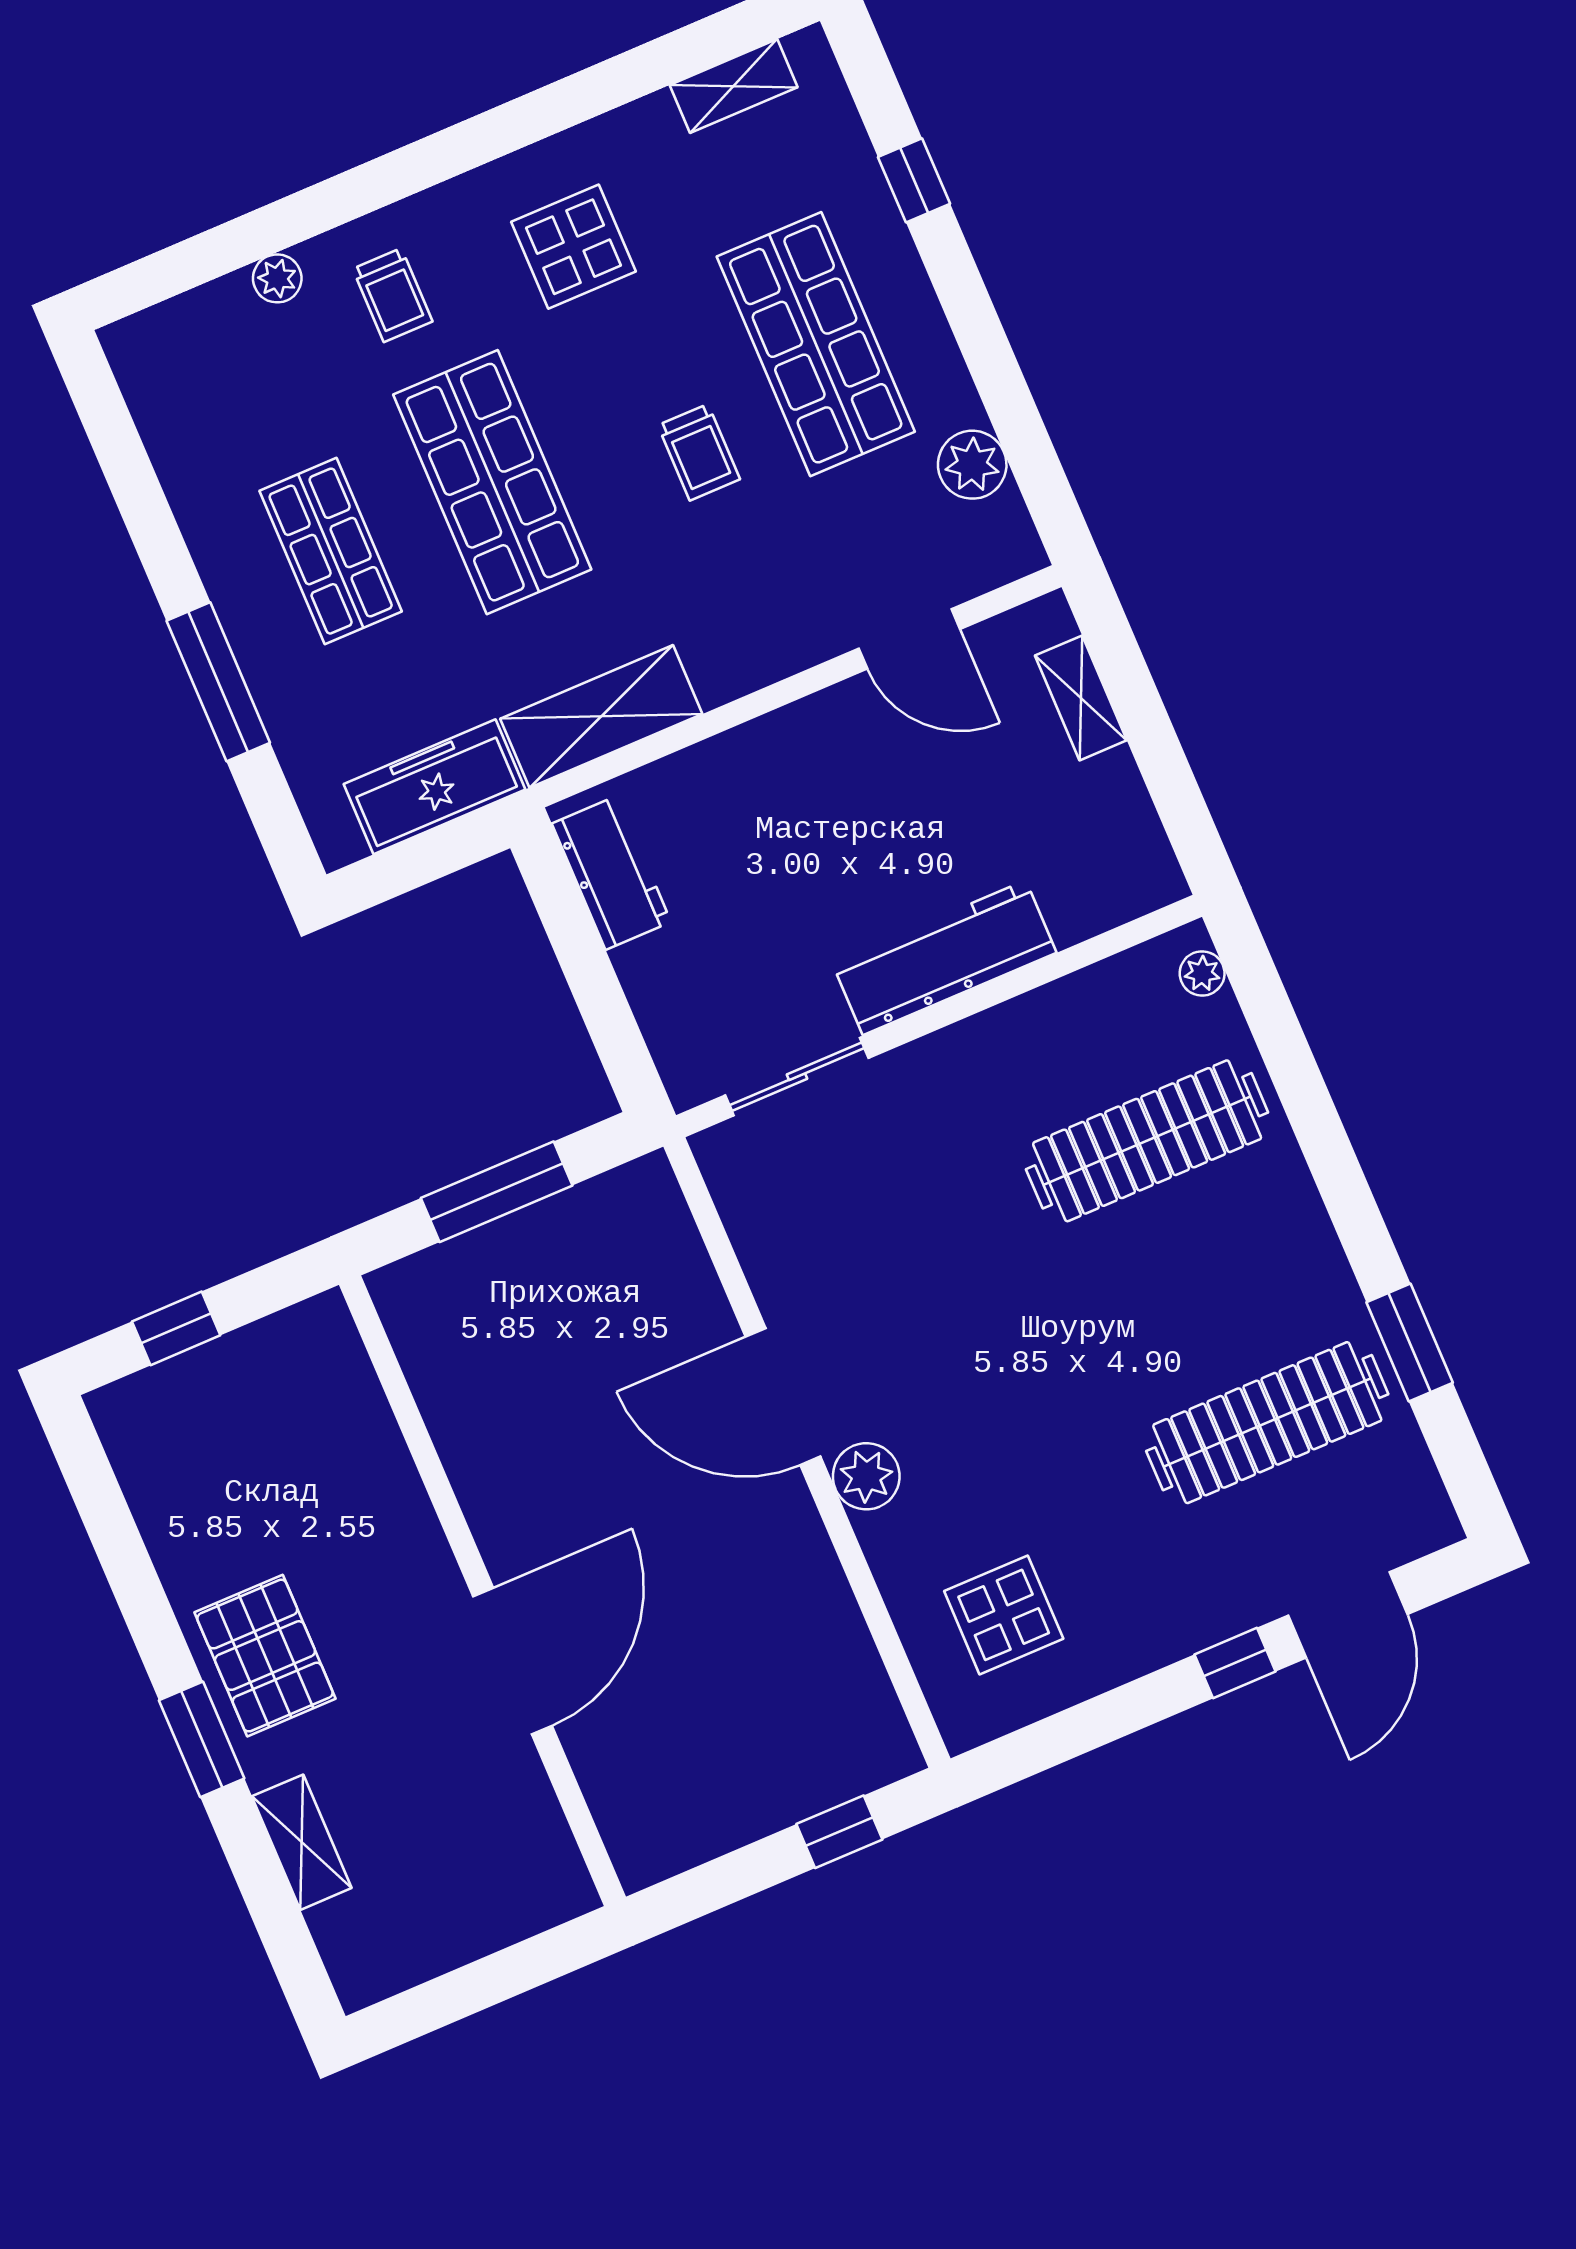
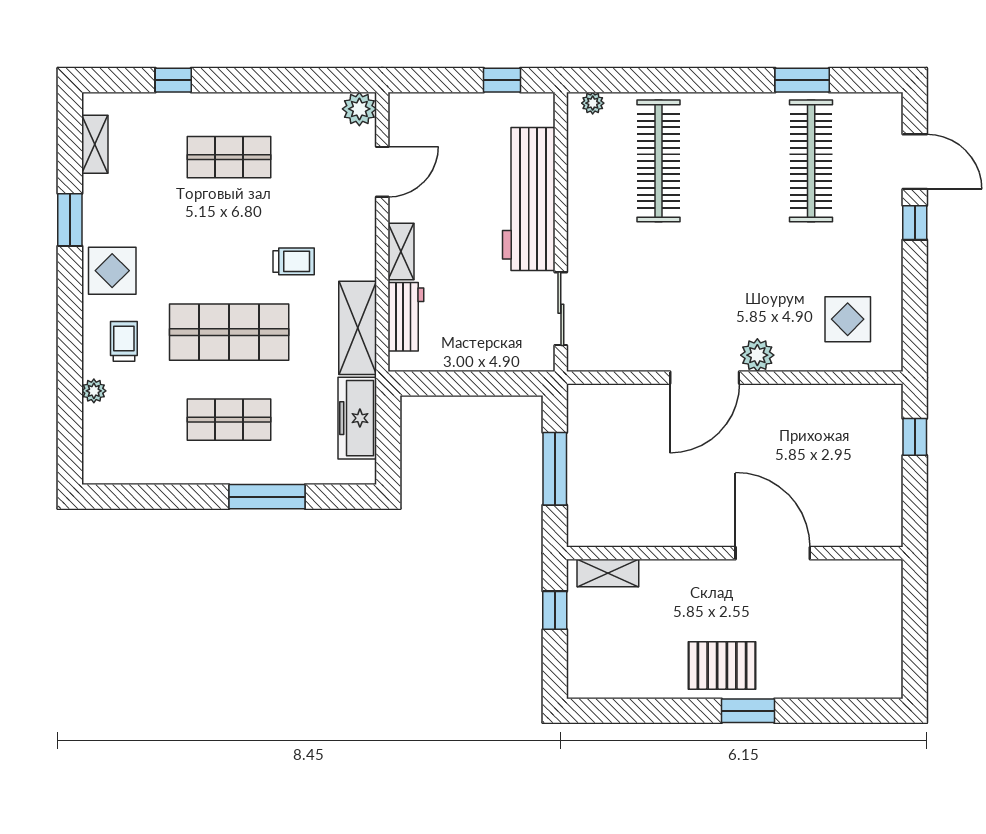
window: (574, 99) -> (70, 220), added
display table: (574, 247) -> (112, 271), moved
trolley: (393, 295) -> (124, 341), turned -90
shop shelf: (816, 344) -> (229, 157), width x0.70, depth x0.74
trolley: (699, 452) -> (294, 261), moved
plant: (972, 465) -> (359, 109), moved
shelving: (1081, 698) -> (401, 252), moved, turned 90
window: (1173, 788) -> (502, 80), added
workbench: (611, 873) -> (406, 317), moved, turned 90
workbench: (944, 958) -> (529, 199), width x1.36, depth x1.32
window: (176, 1328) -> (555, 610), moved
shelving: (302, 1842) -> (608, 573), moved

